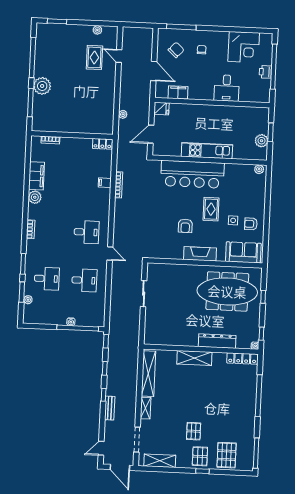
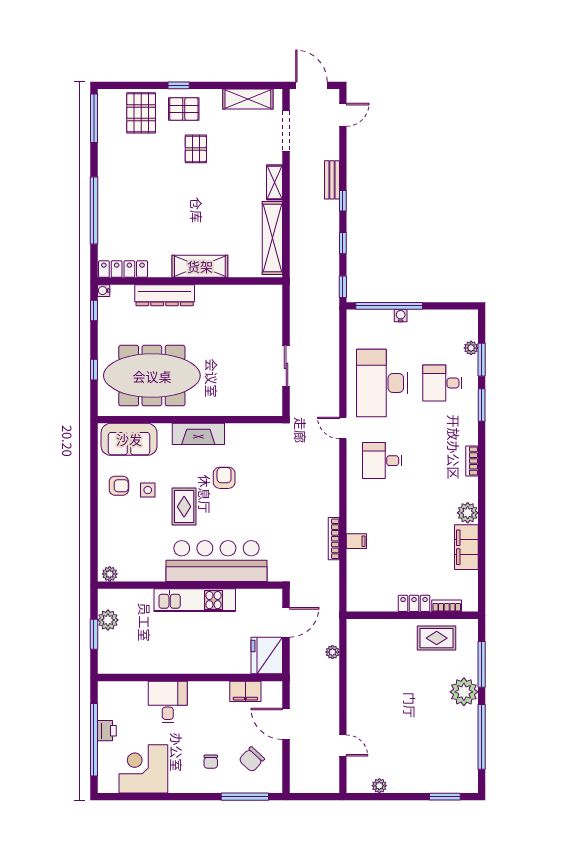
rug: (94, 57) -> (437, 638), moved, turned 90
fridge: (161, 109) -> (267, 656), width x1.88, depth x1.34
locker: (102, 144) -> (414, 603), moved
desk: (84, 280) -> (382, 383), width x1.87, depth x1.30
pallet: (200, 456) -> (184, 109), turned 90

